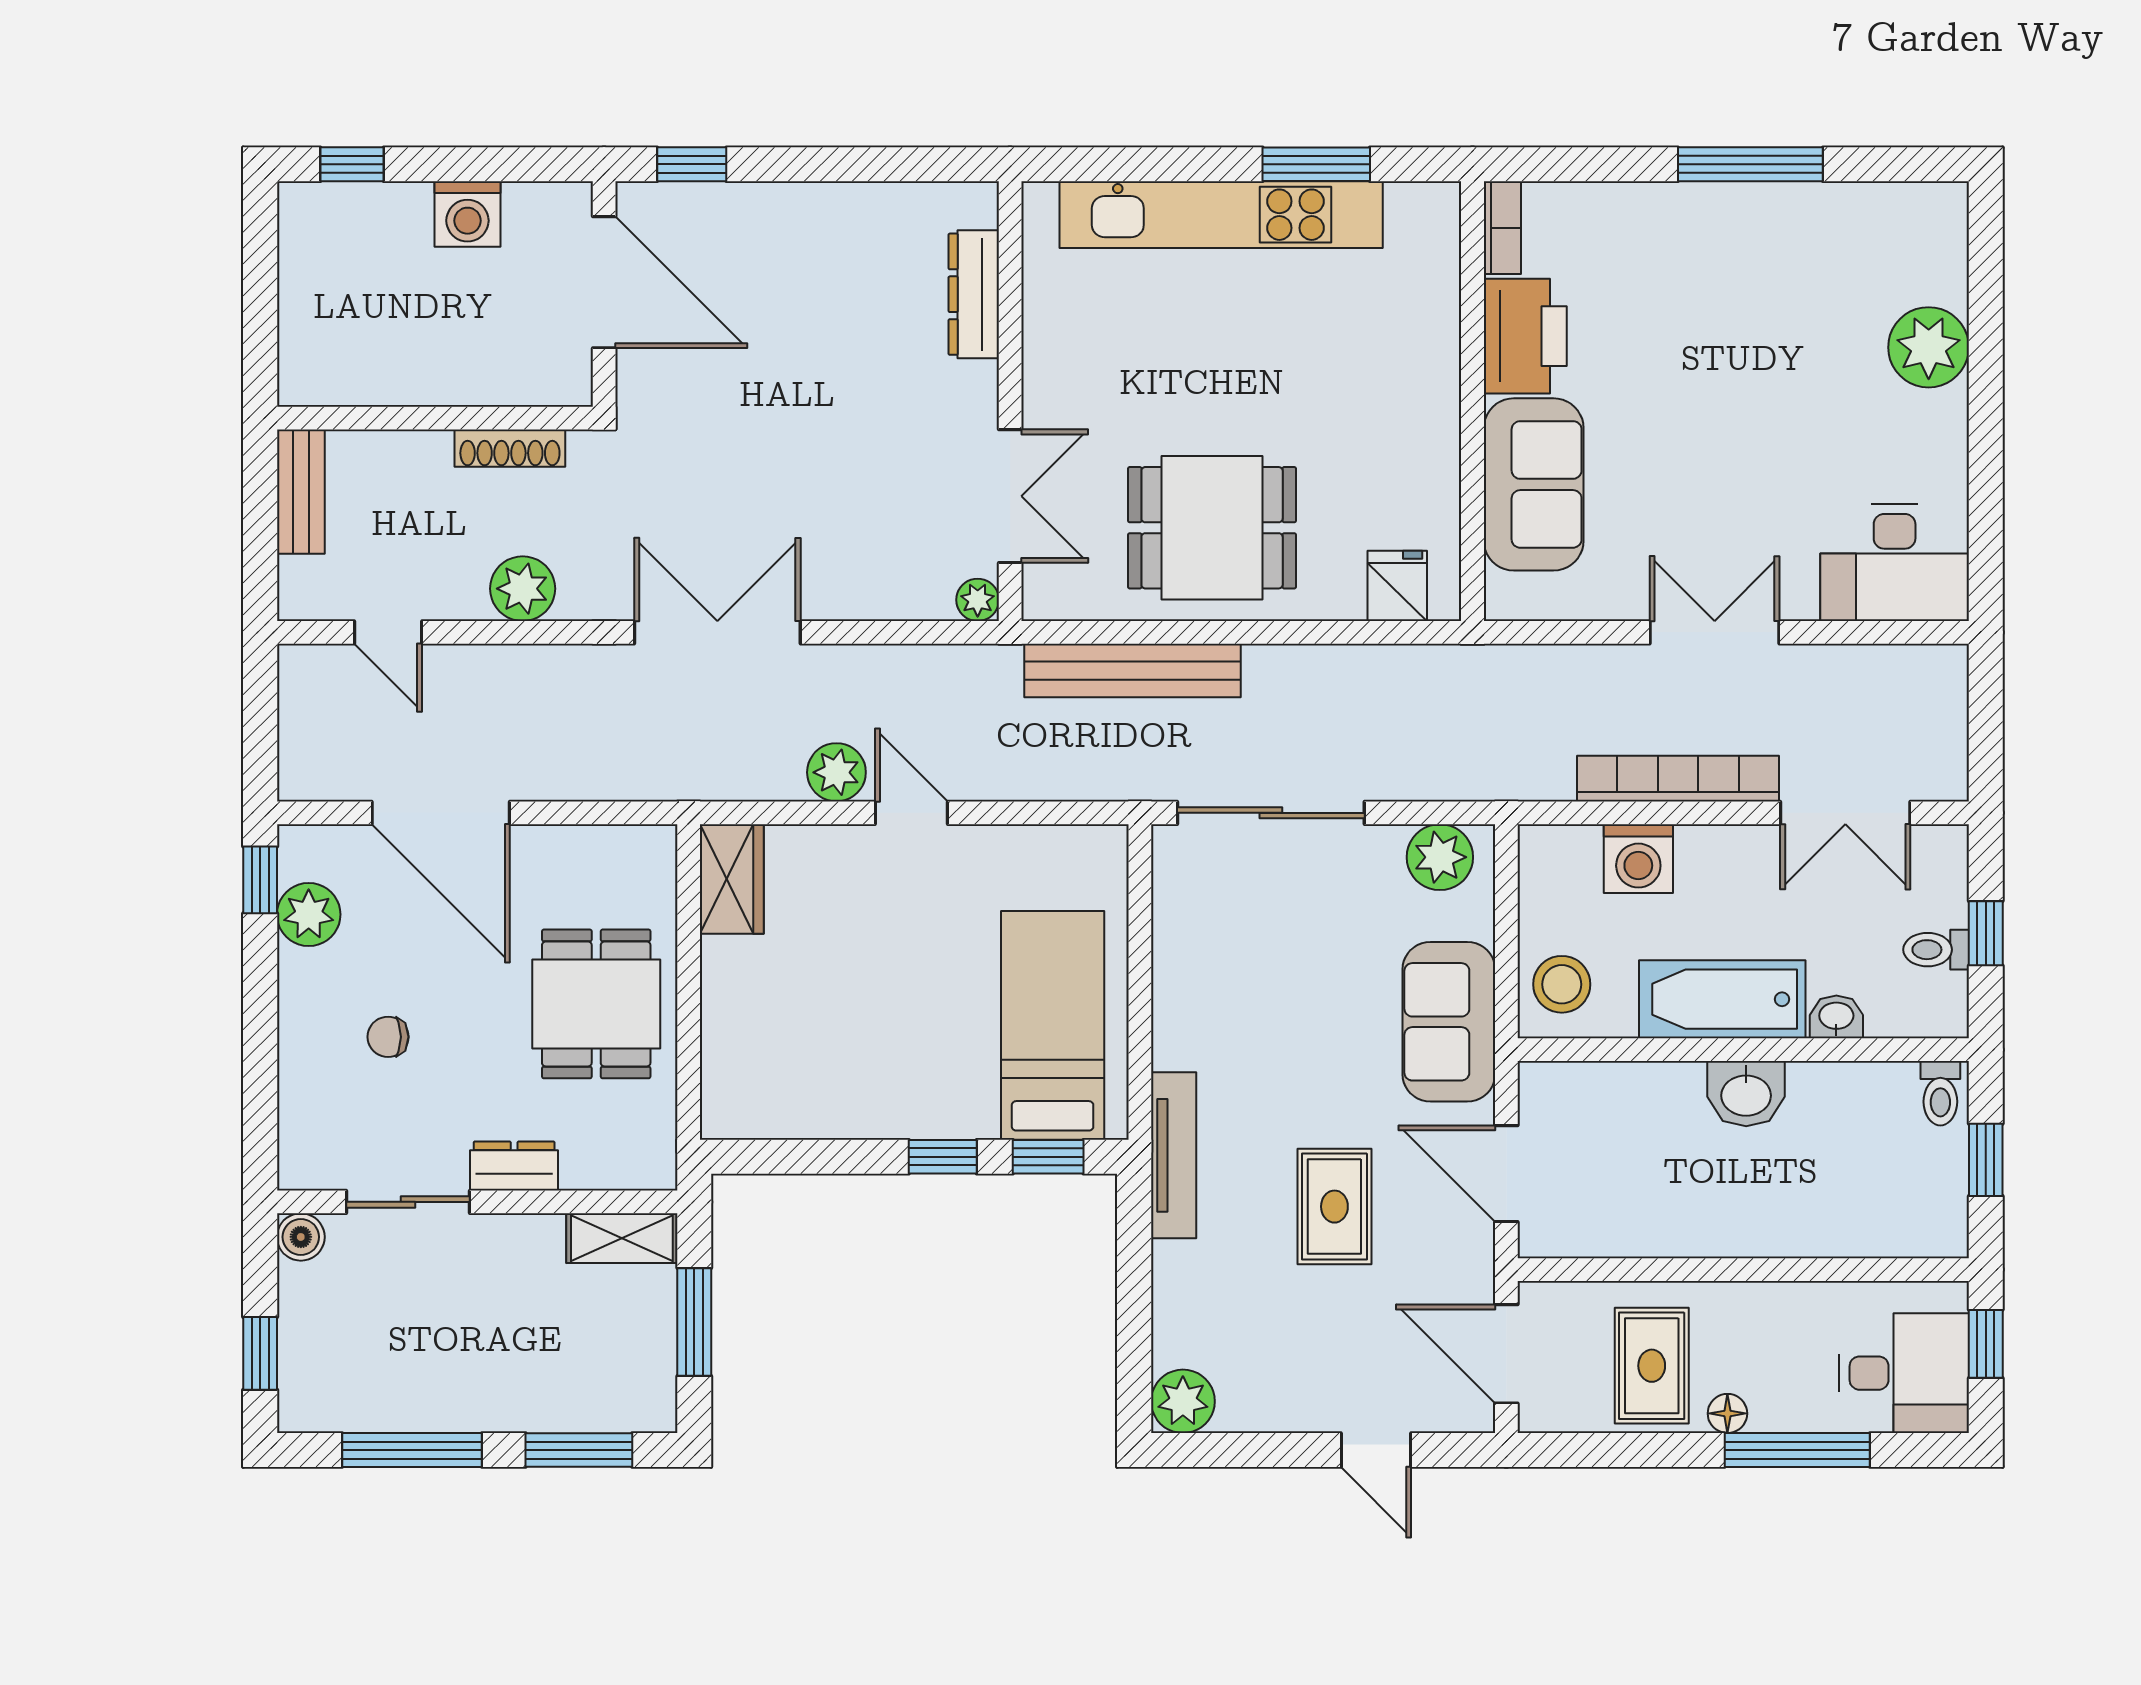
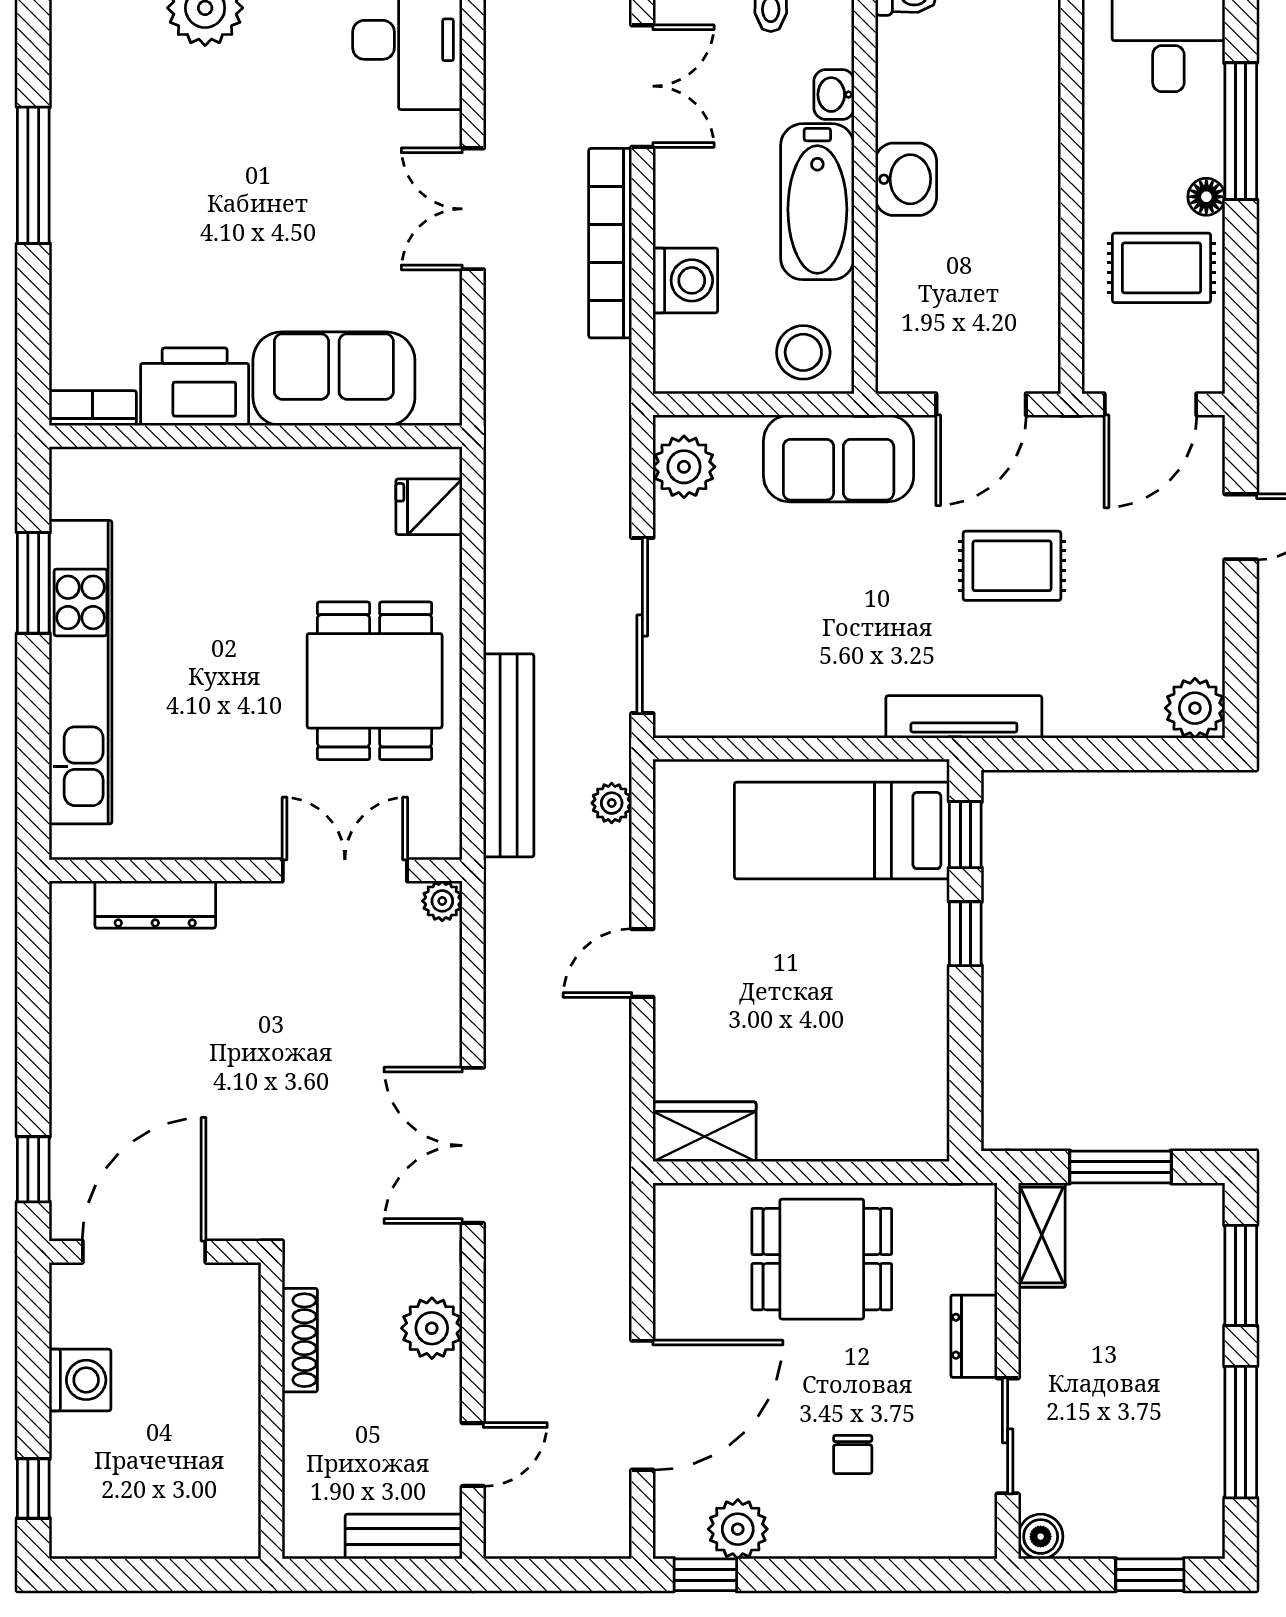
bench: (301, 492) -> (404, 1537), moved
plant: (836, 772) -> (612, 803), moved, width x0.73, depth x0.73

